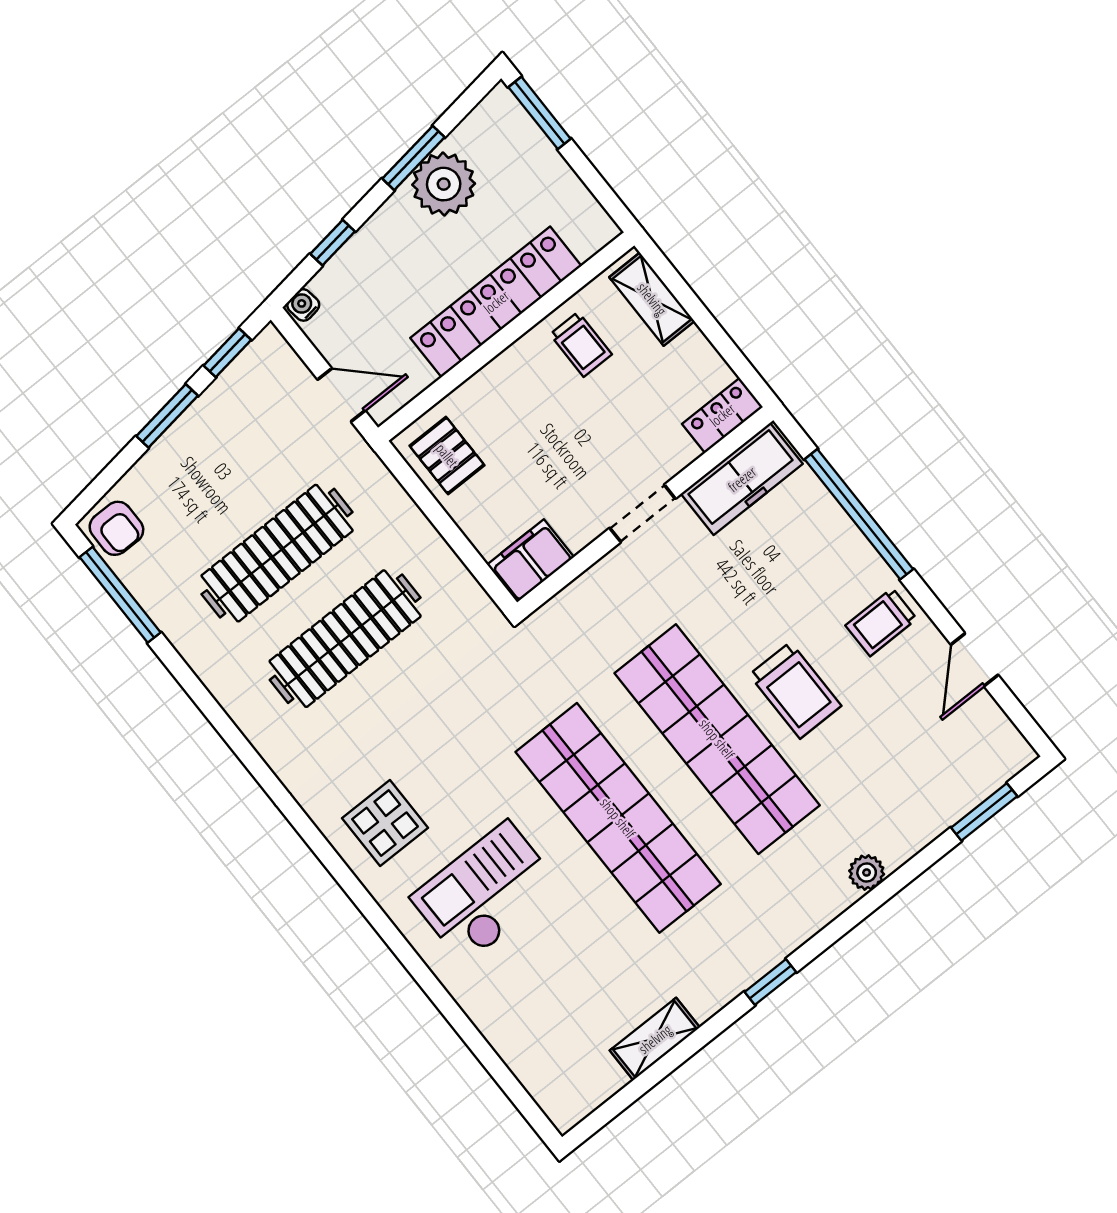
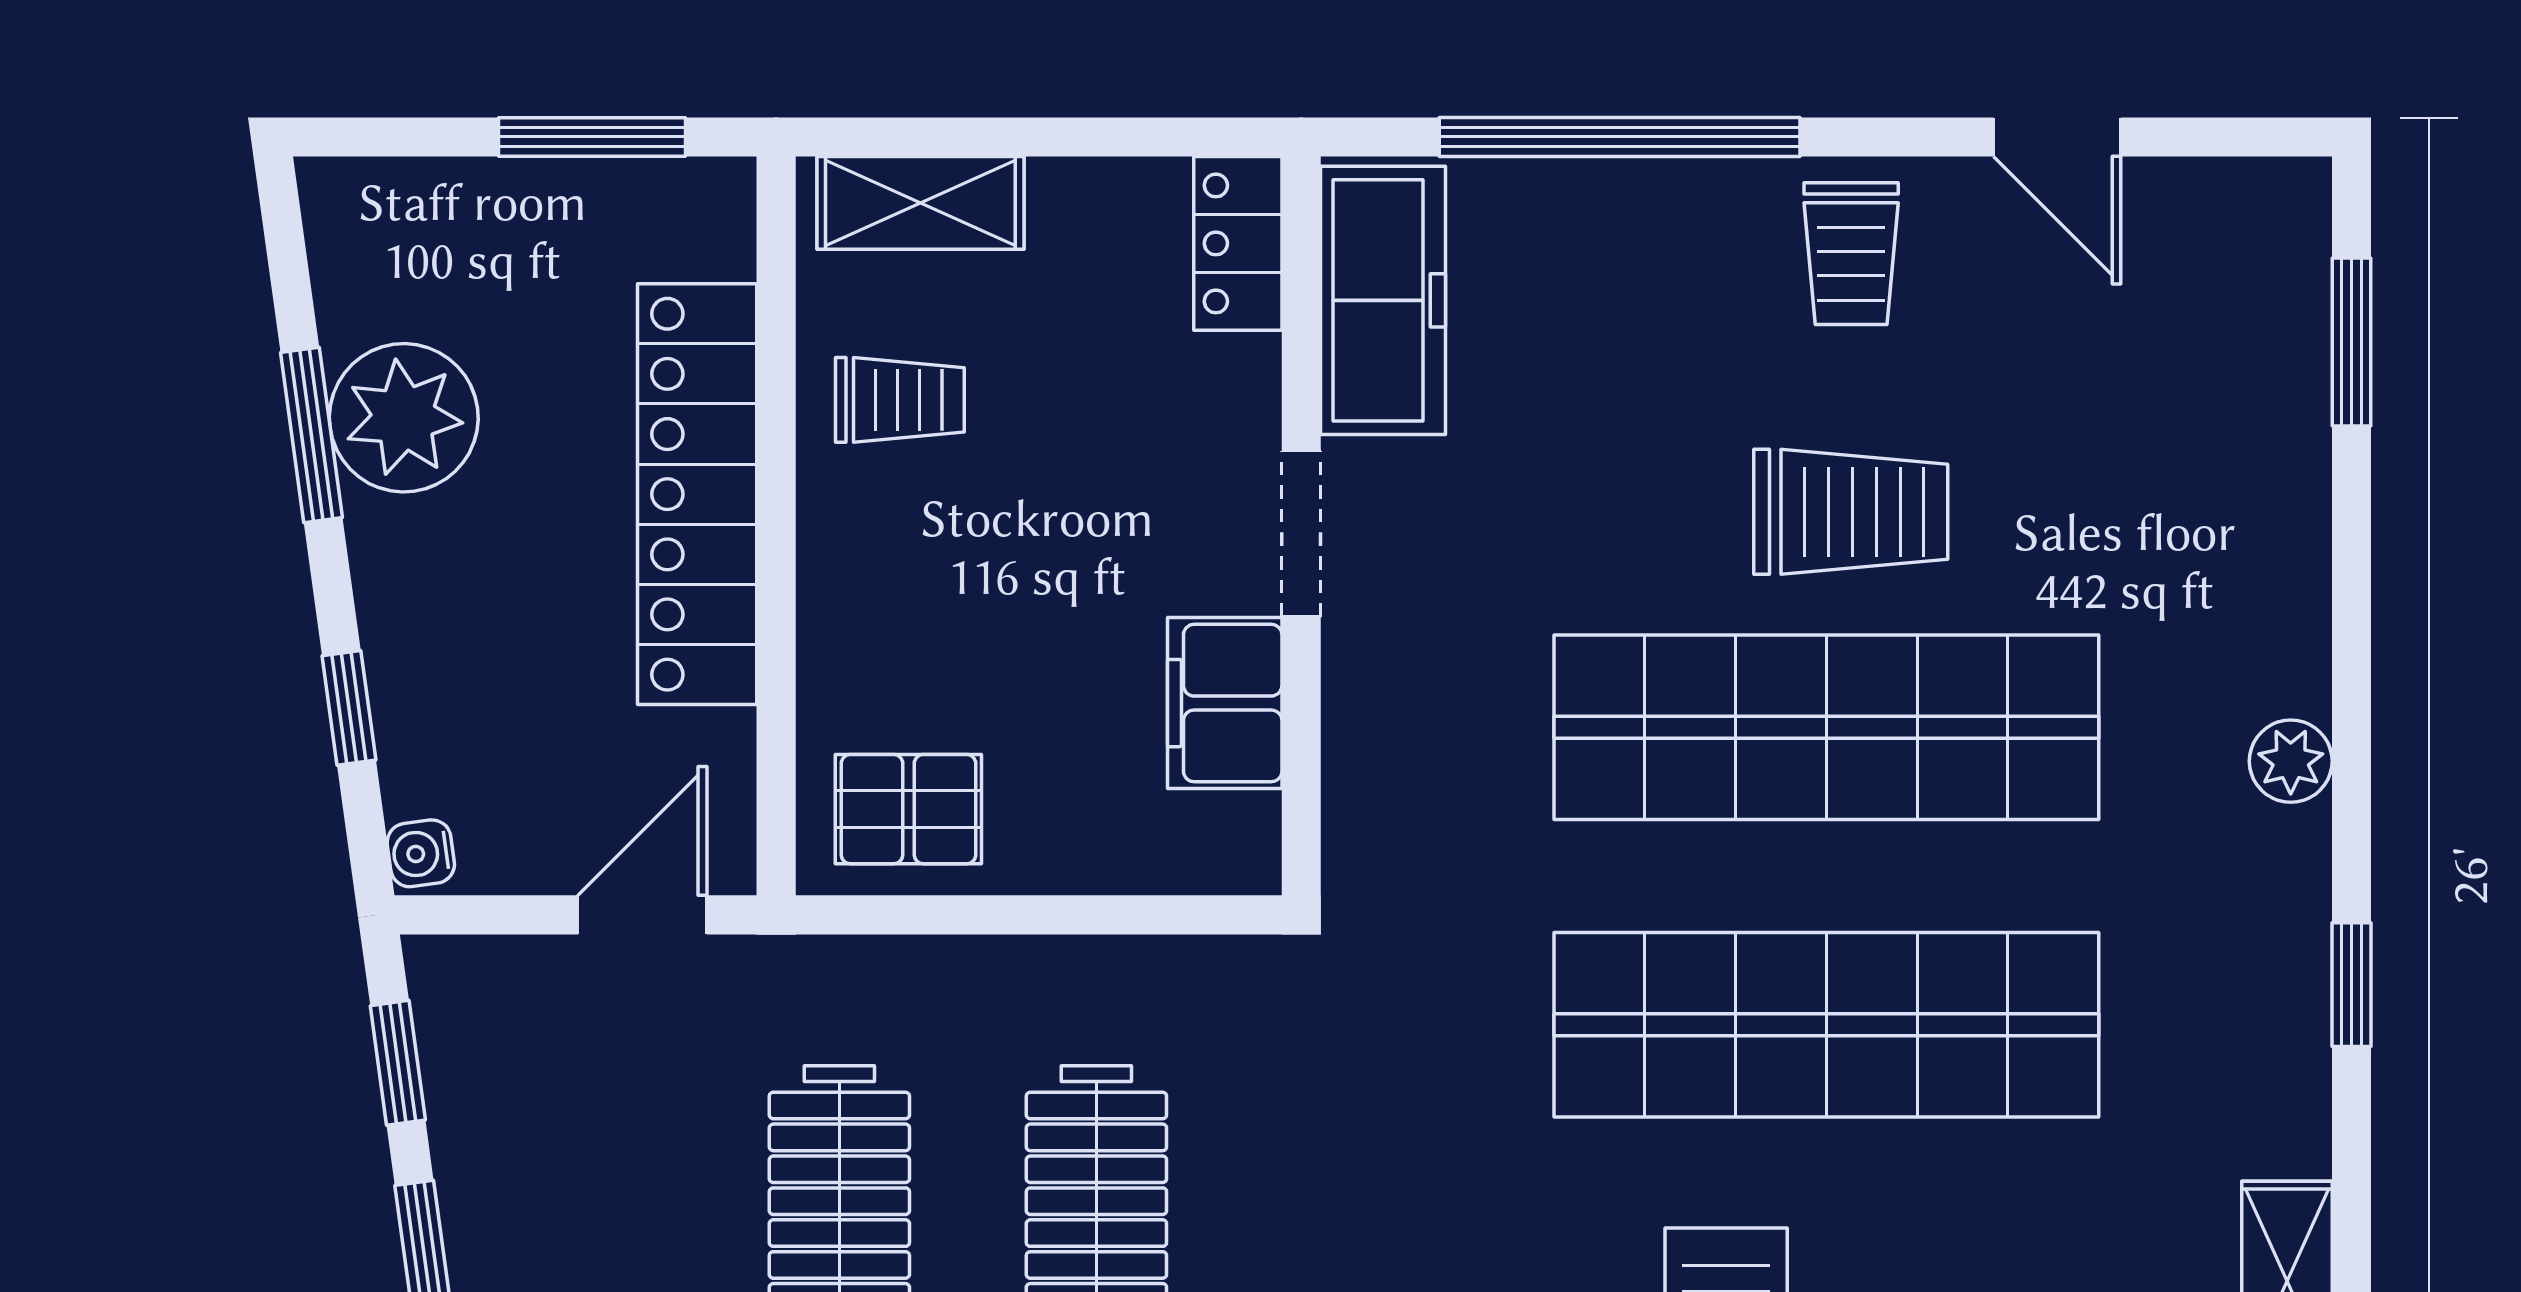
window: (540, 113) -> (592, 137), moved
filing cabinet: (530, 561) -> (1225, 703), moved
plant: (867, 873) -> (2291, 761), moved

